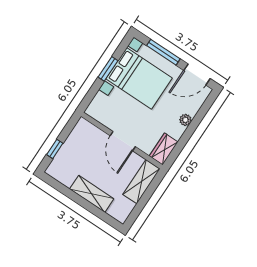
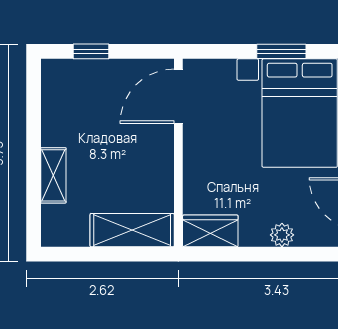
door: (123, 141) -> (178, 96), moved
shelving: (92, 194) -> (53, 175), width x0.67, depth x0.75

